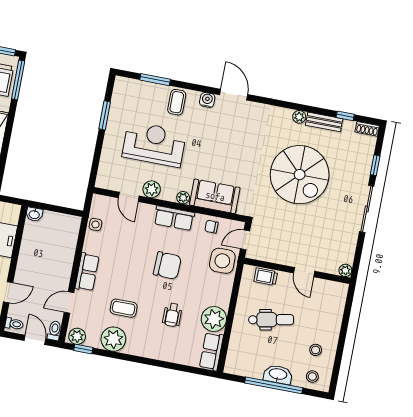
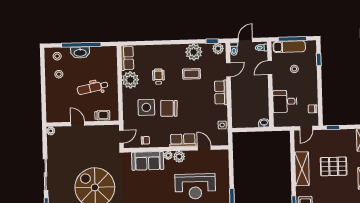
plant: (152, 189) -> (179, 157), moved
row of seats: (174, 218) -> (183, 140), moved
side table: (222, 261) -> (146, 107), moved
door: (35, 340) -> (245, 40), swing flipped

